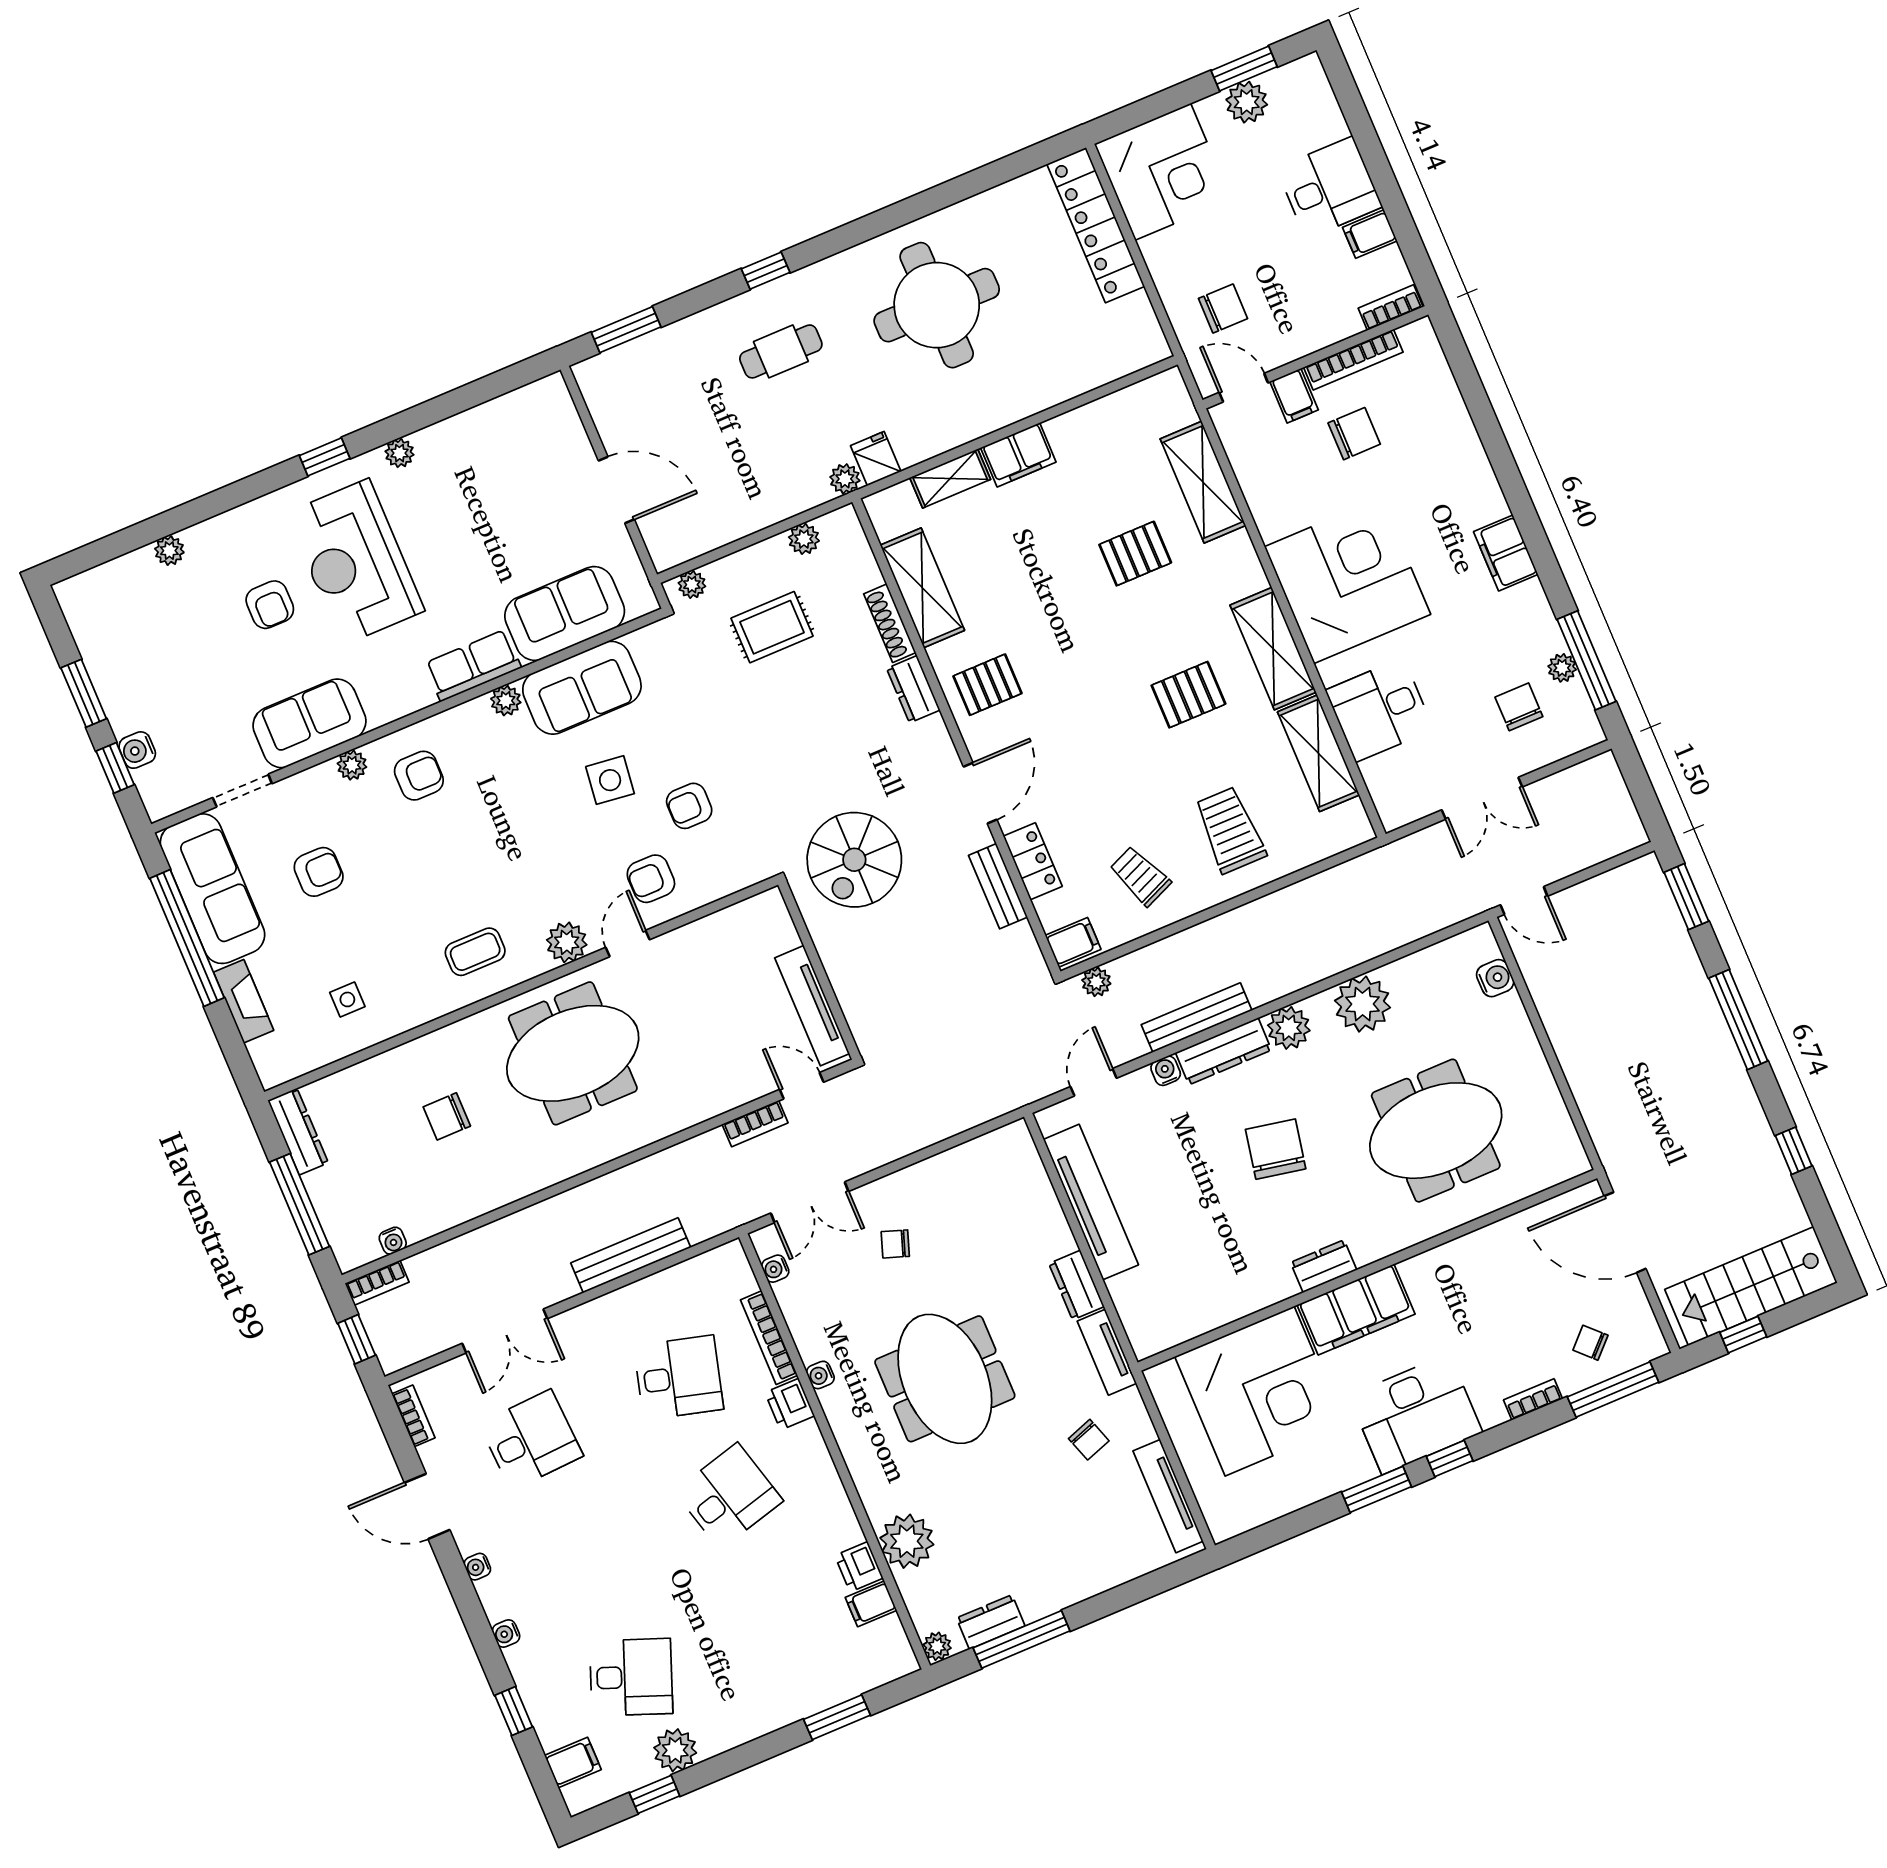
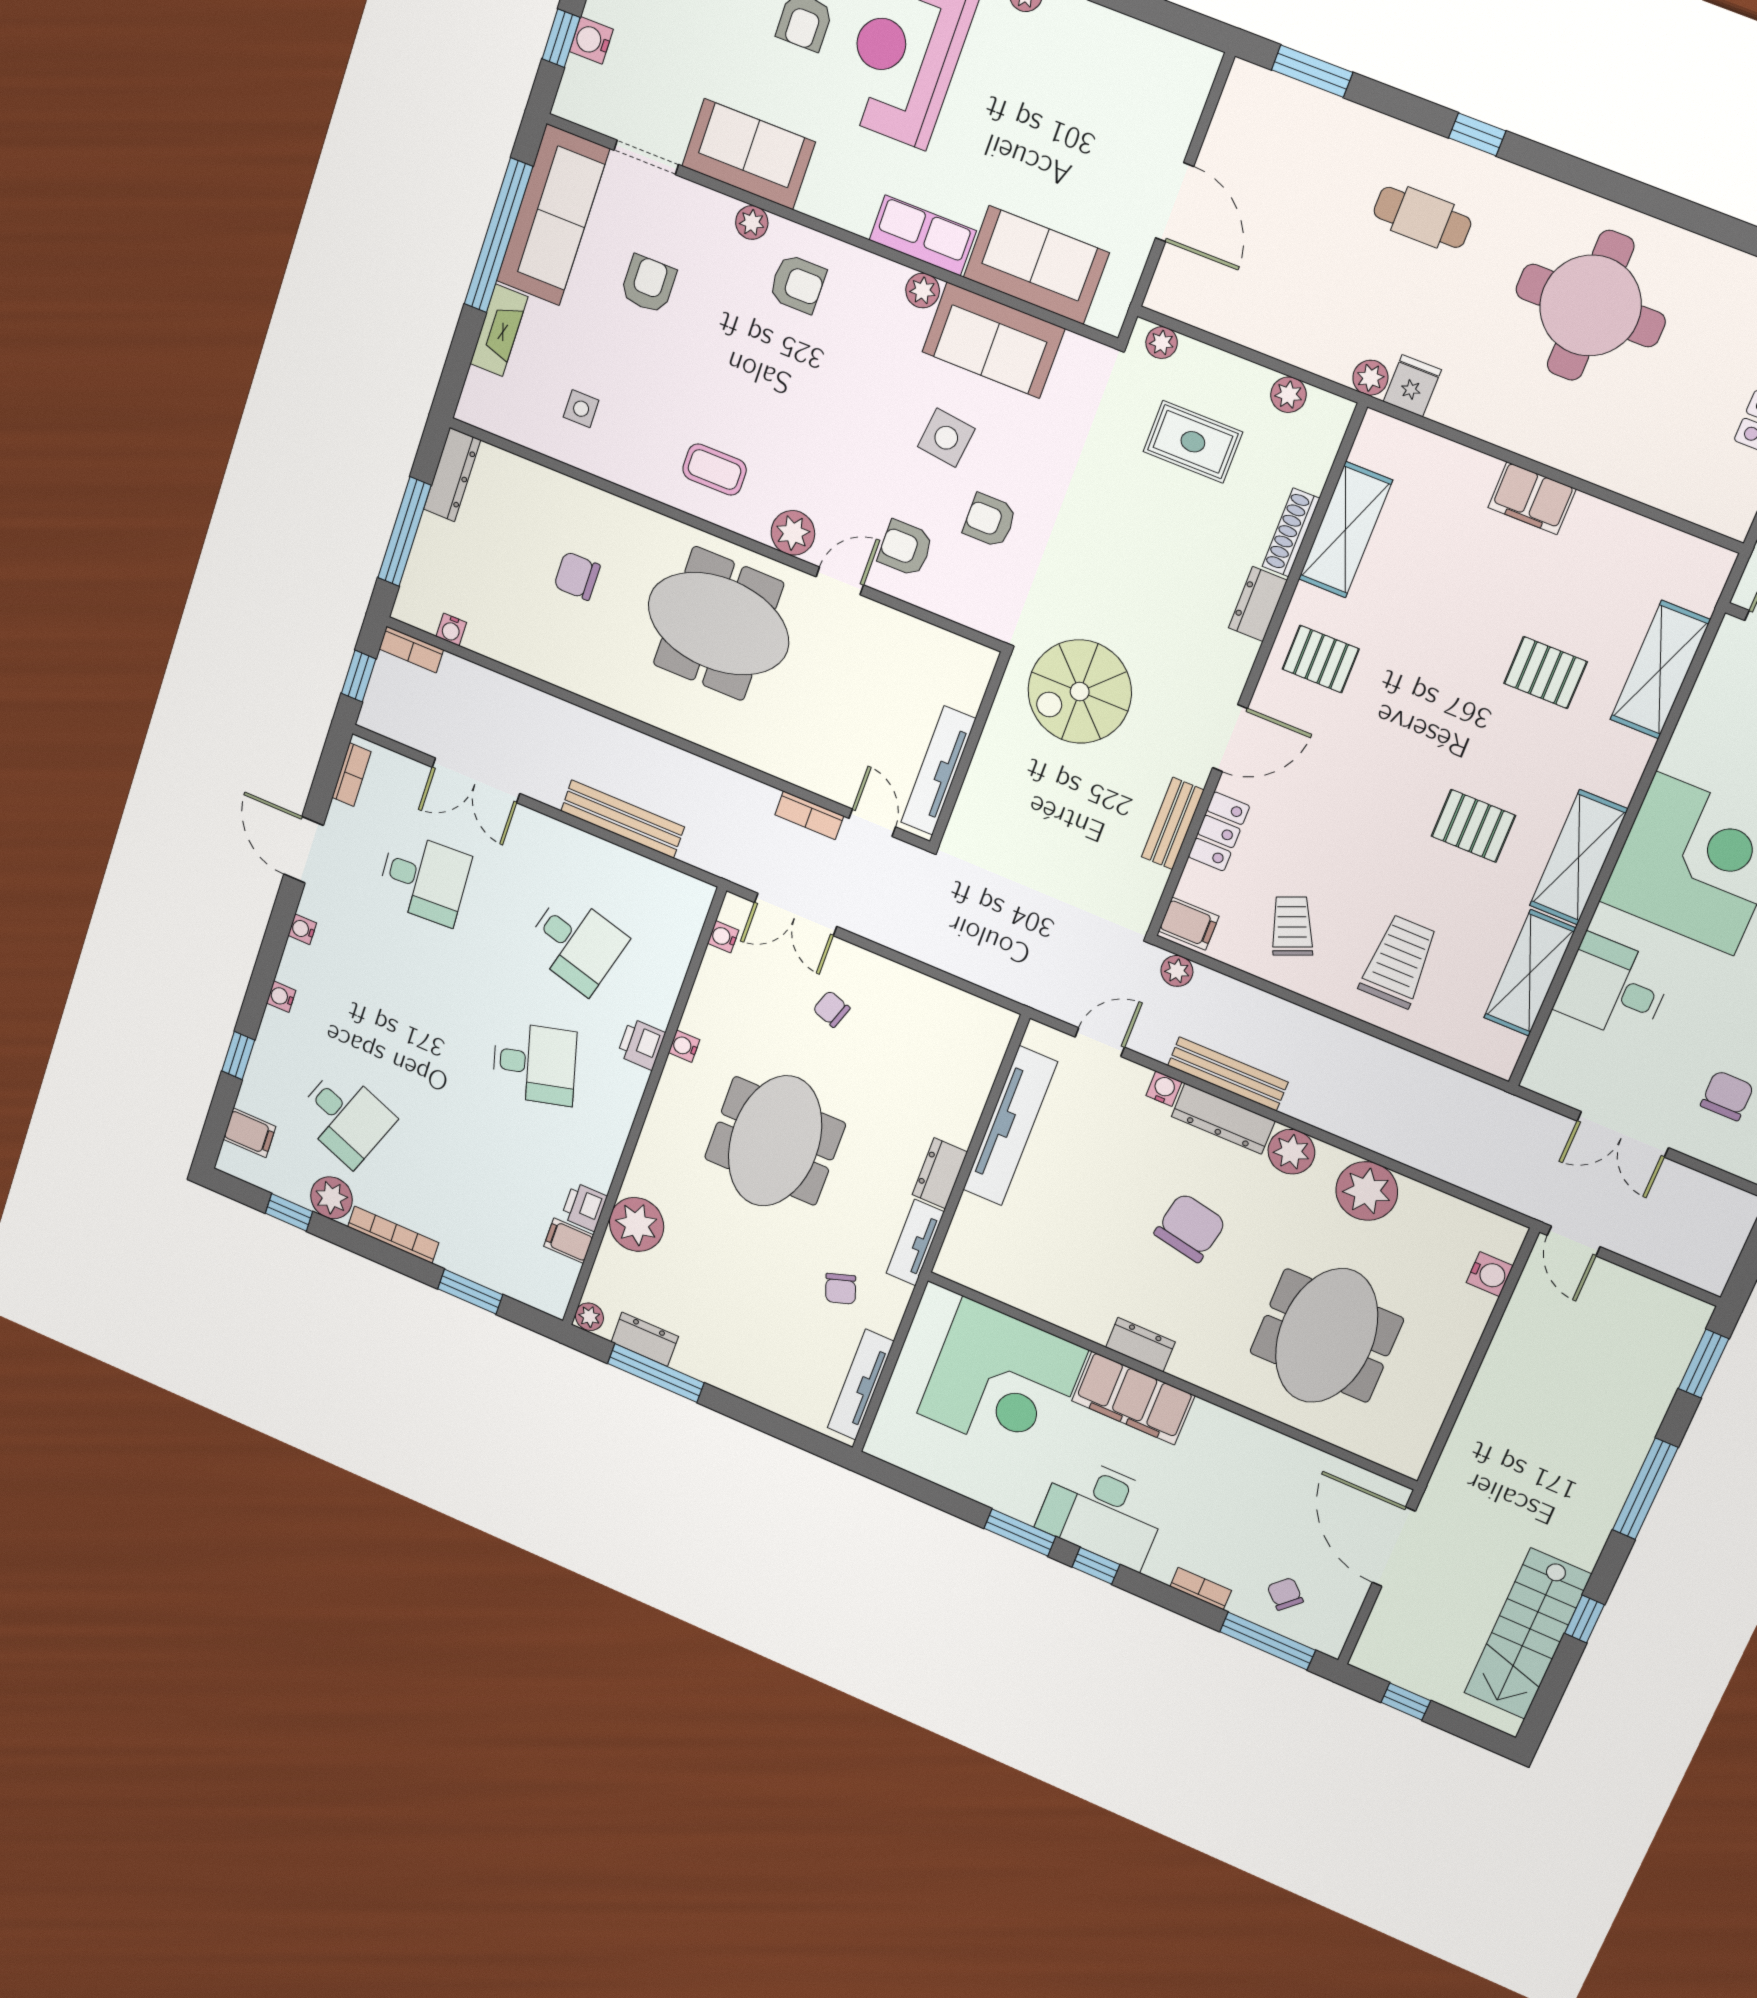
shelving: (950, 478) -> (1457, 463), removed
armchair: (319, 872) -> (648, 284), turned -90
meeting table: (1436, 1131) -> (1327, 1336), turned 90
stairs: (1751, 1286) -> (1528, 1634), moved, turned -90
bookcase: (769, 1338) -> (393, 1235), moved, turned 90

